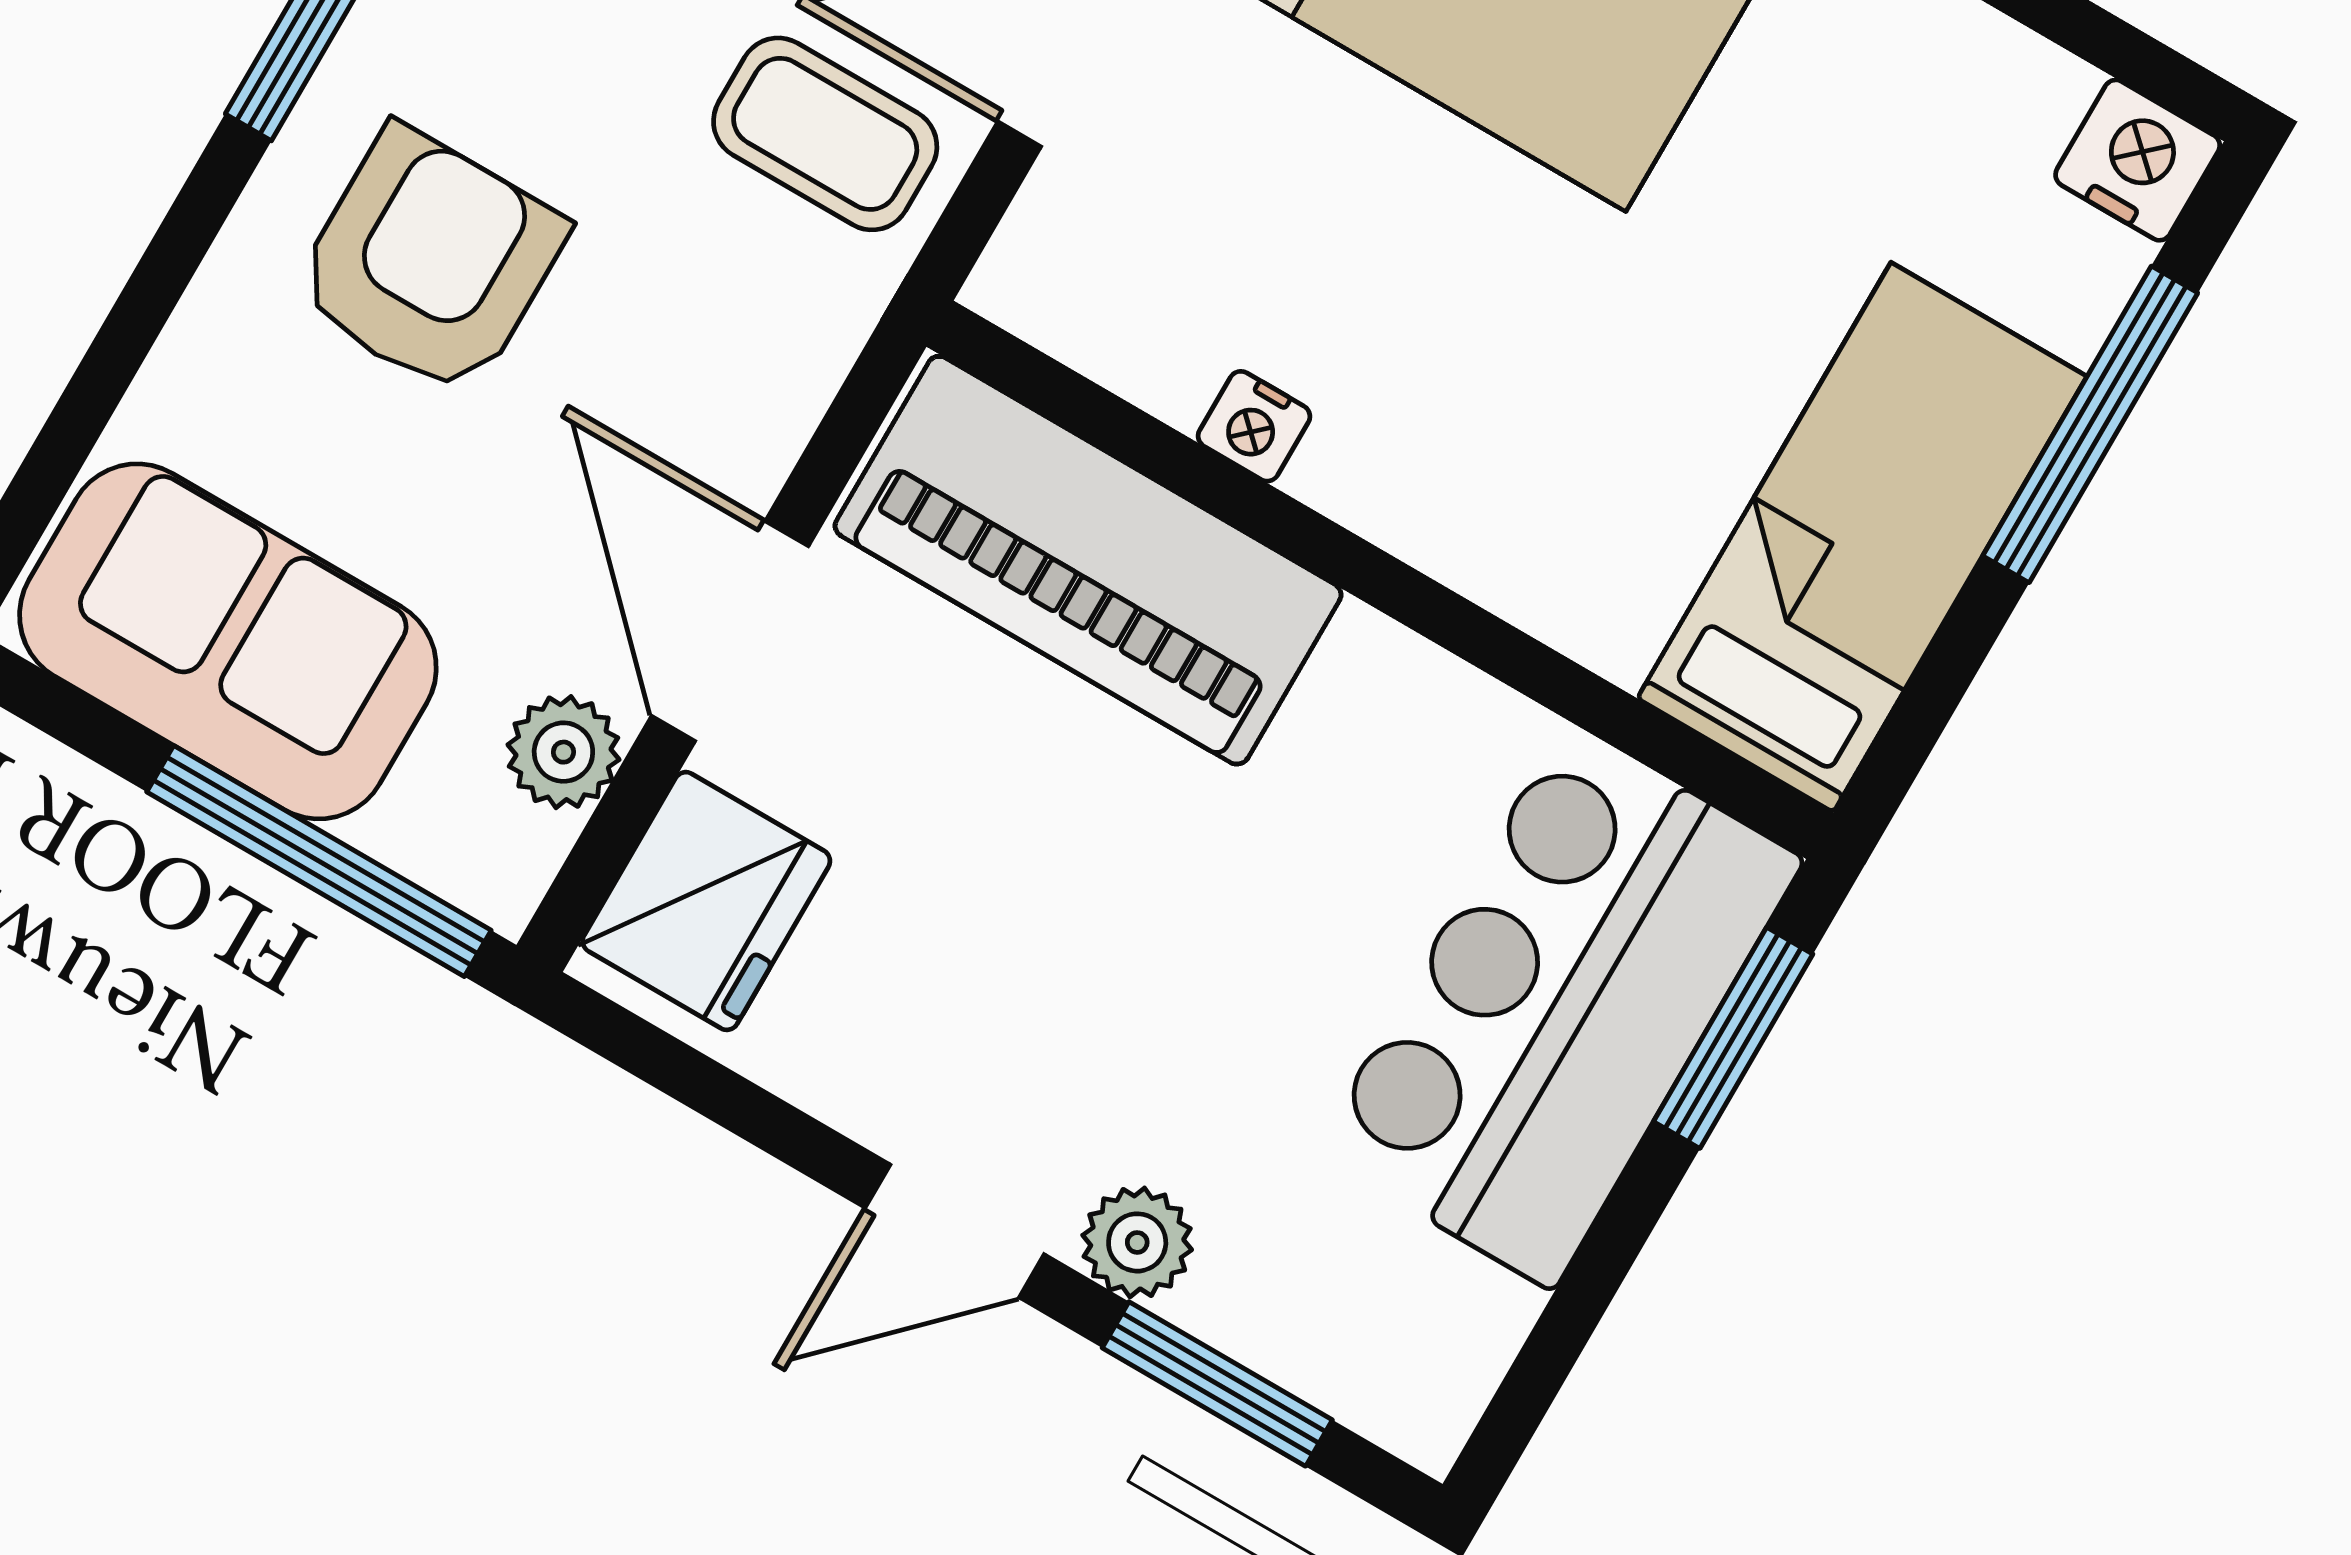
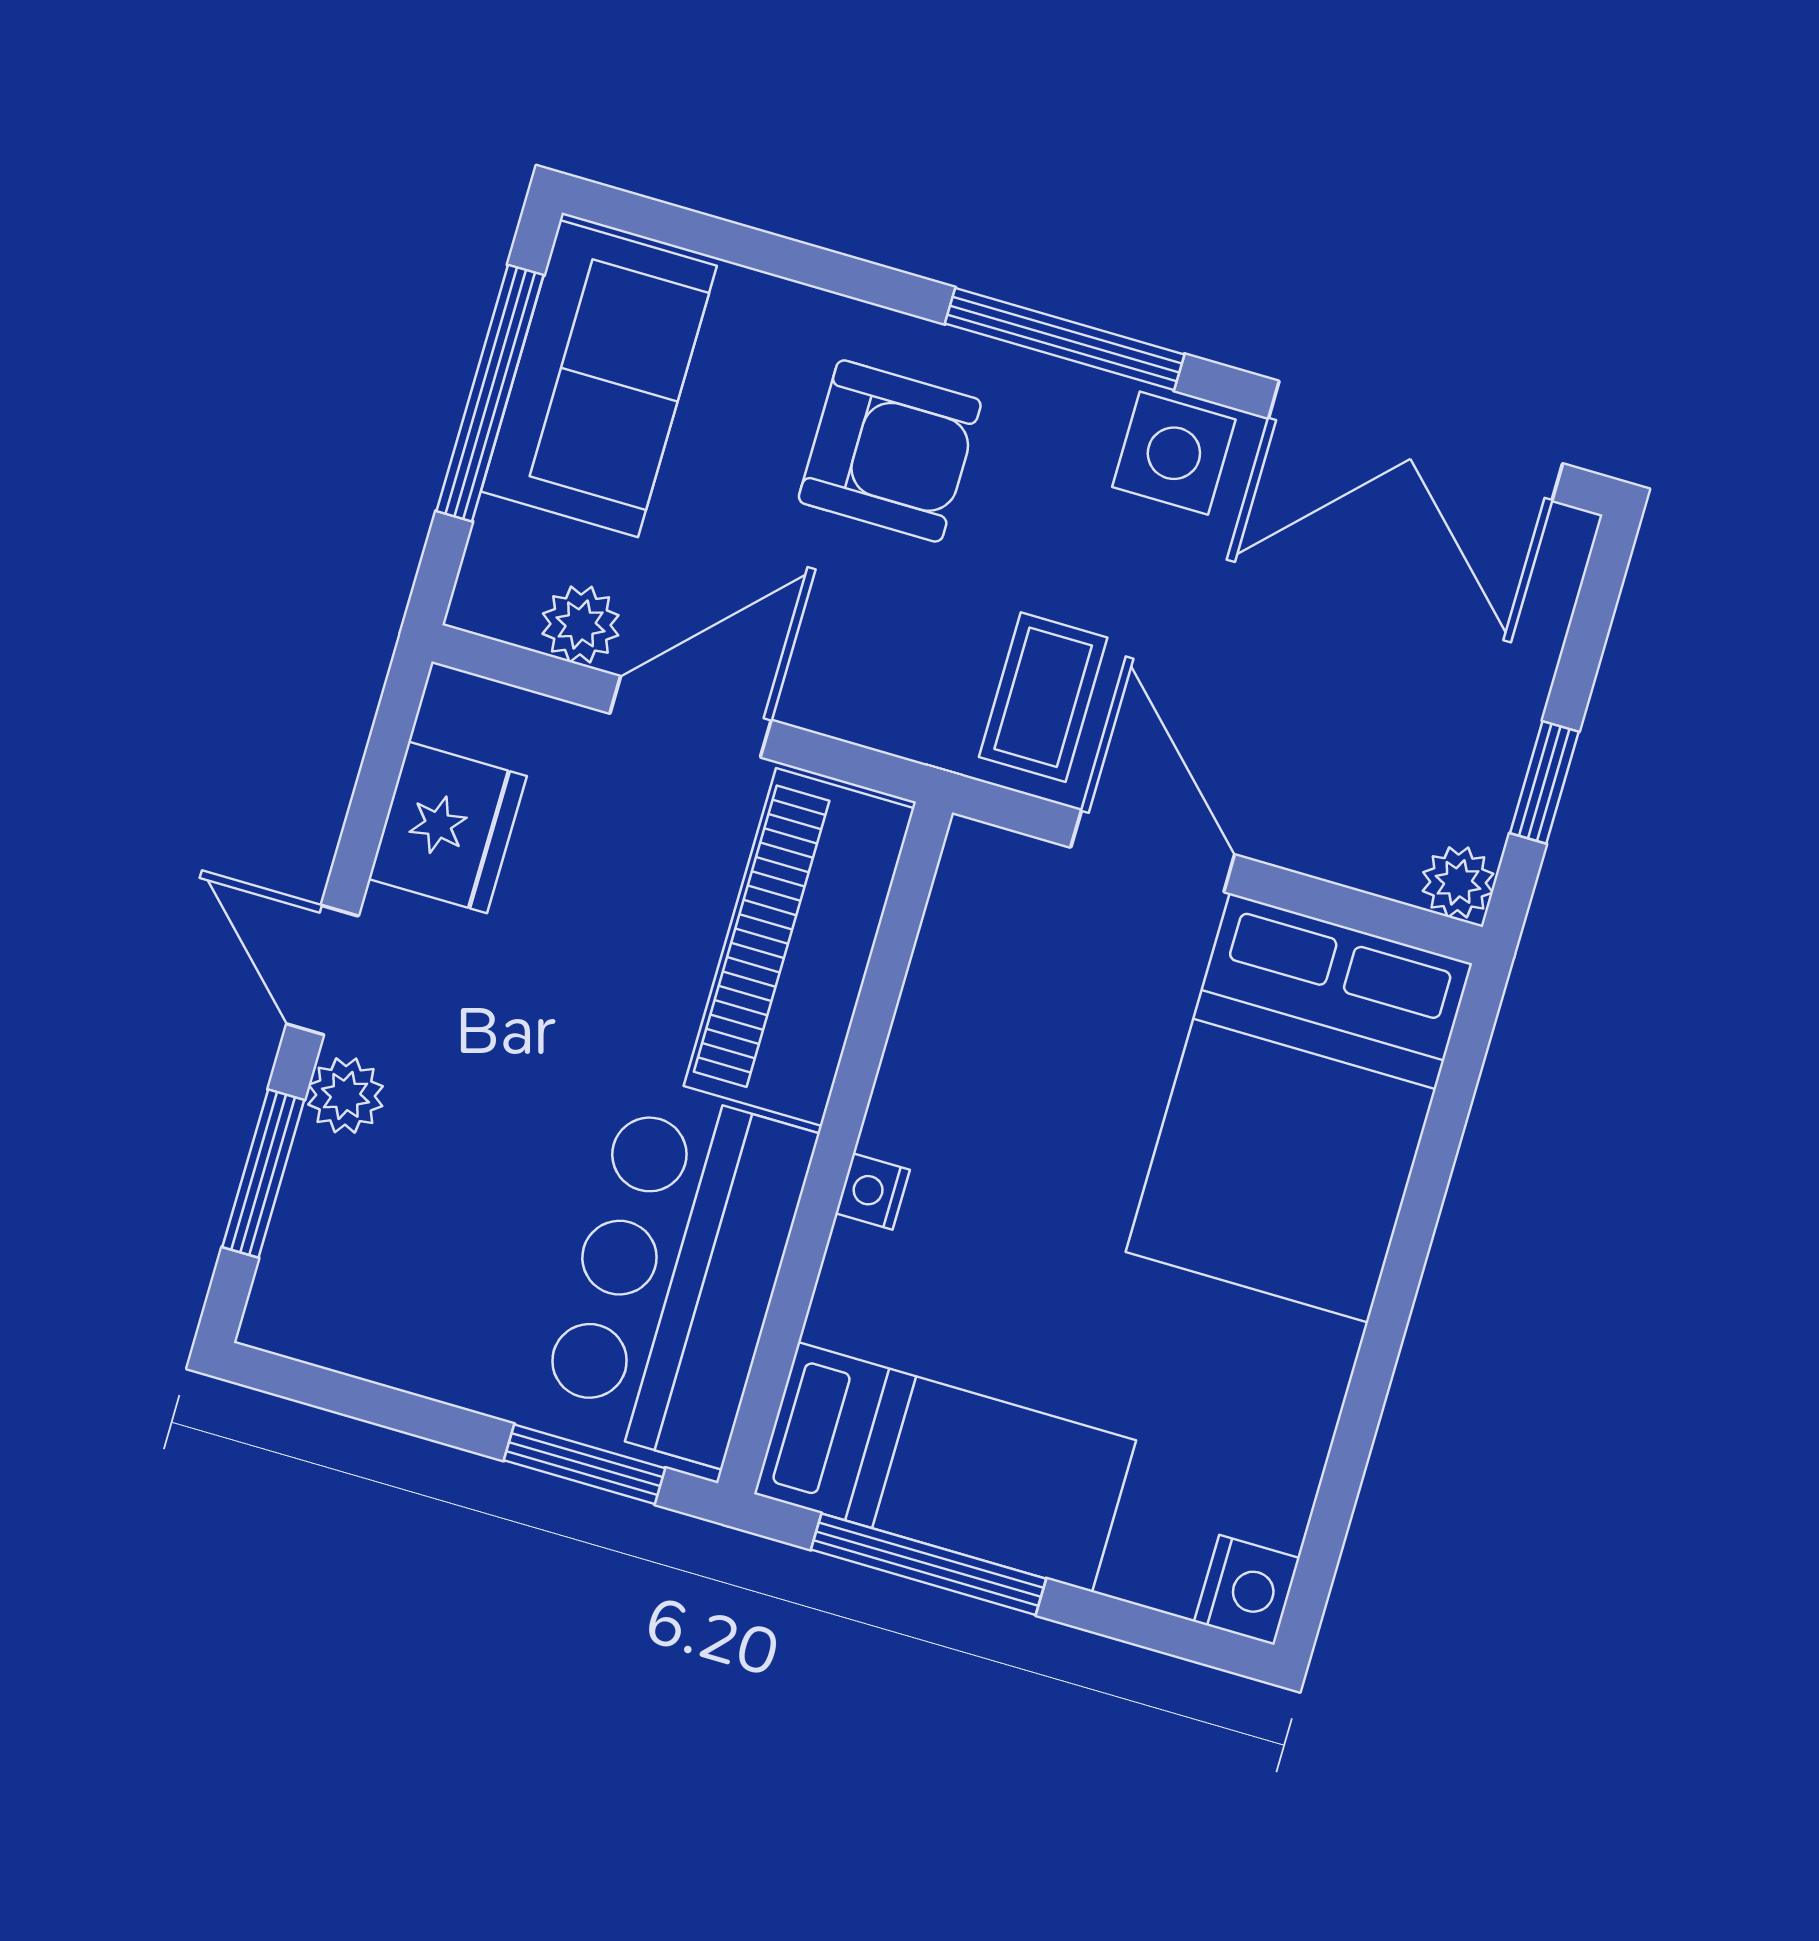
window: (2090, 424) -> (929, 1564), moved
nightstand: (1254, 426) -> (873, 1192), moved
window: (319, 861) -> (490, 393), moved
fridge: (706, 901) -> (448, 827), moved, turned -90
bar counter: (1559, 1006) -> (677, 1274), moved, turned -90

